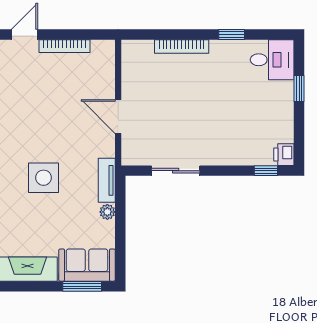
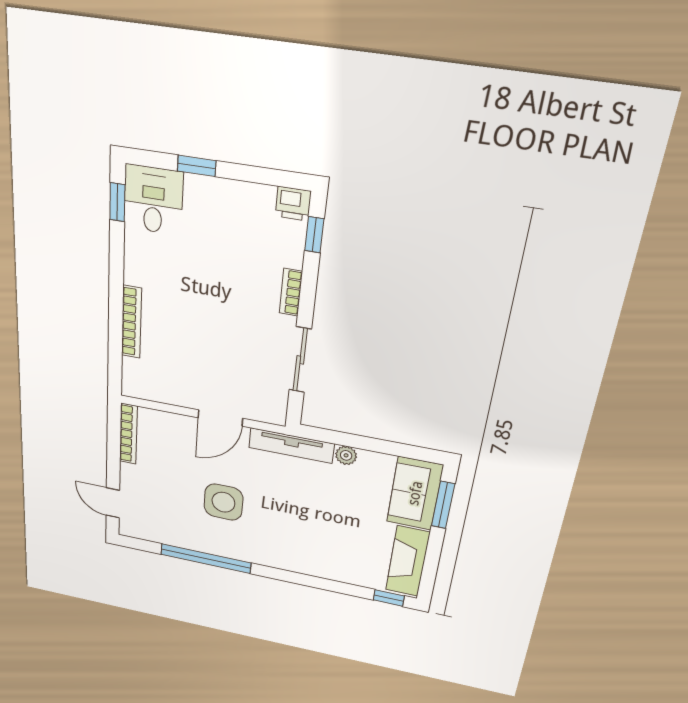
window: (232, 34) -> (117, 202), moved
bookcase: (65, 46) -> (128, 434), moved
bookcase: (224, 159) -> (291, 292), added
side table: (43, 178) -> (223, 502), moved
tv unit: (107, 180) -> (291, 446), width x1.41

